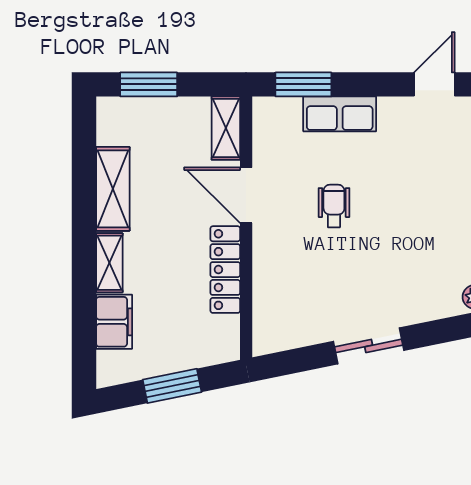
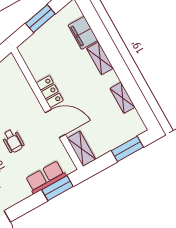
row of seats: (340, 114) -> (46, 177), moved
shelving: (113, 189) -> (123, 98), width x0.67, depth x0.75
locker: (225, 270) -> (50, 92), width x0.66

